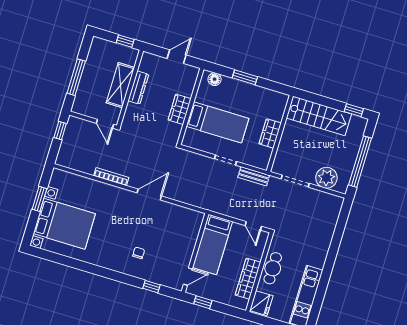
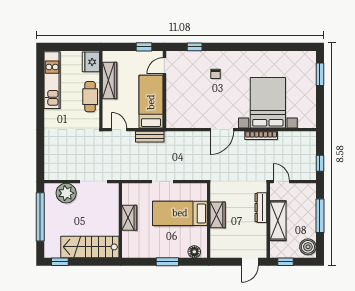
boiler: (98, 49) -> (308, 247), added
door: (177, 57) -> (250, 262), moved
dresser: (138, 88) -> (261, 208), moved
bench: (254, 176) -> (150, 137), moved
window: (39, 199) -> (320, 74), moved
bed with nightstands: (64, 224) -> (268, 103), moved, turned 90

